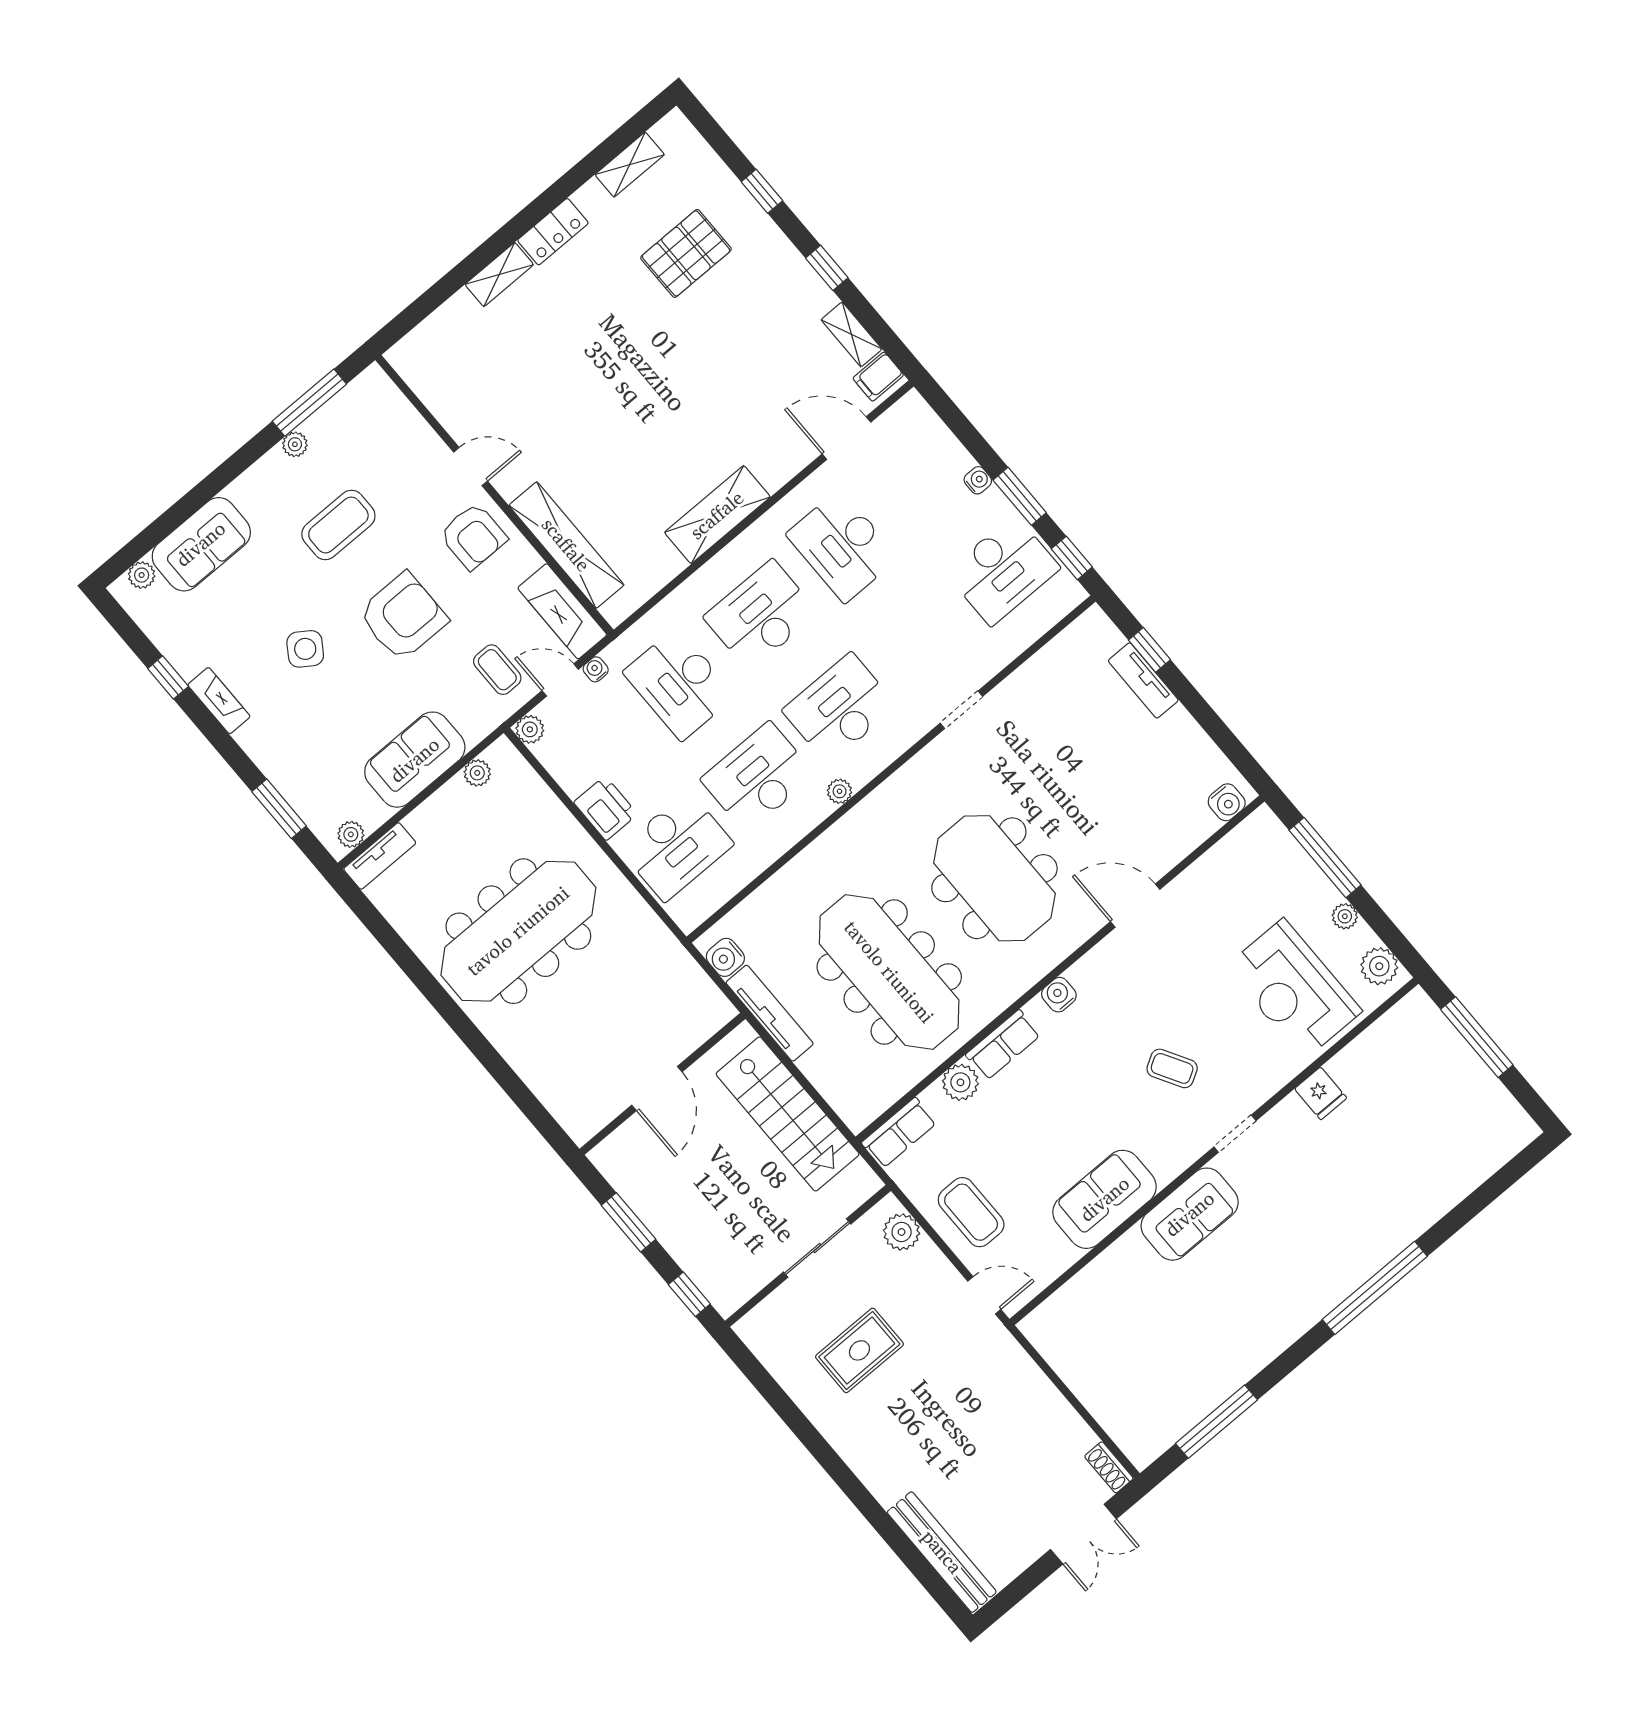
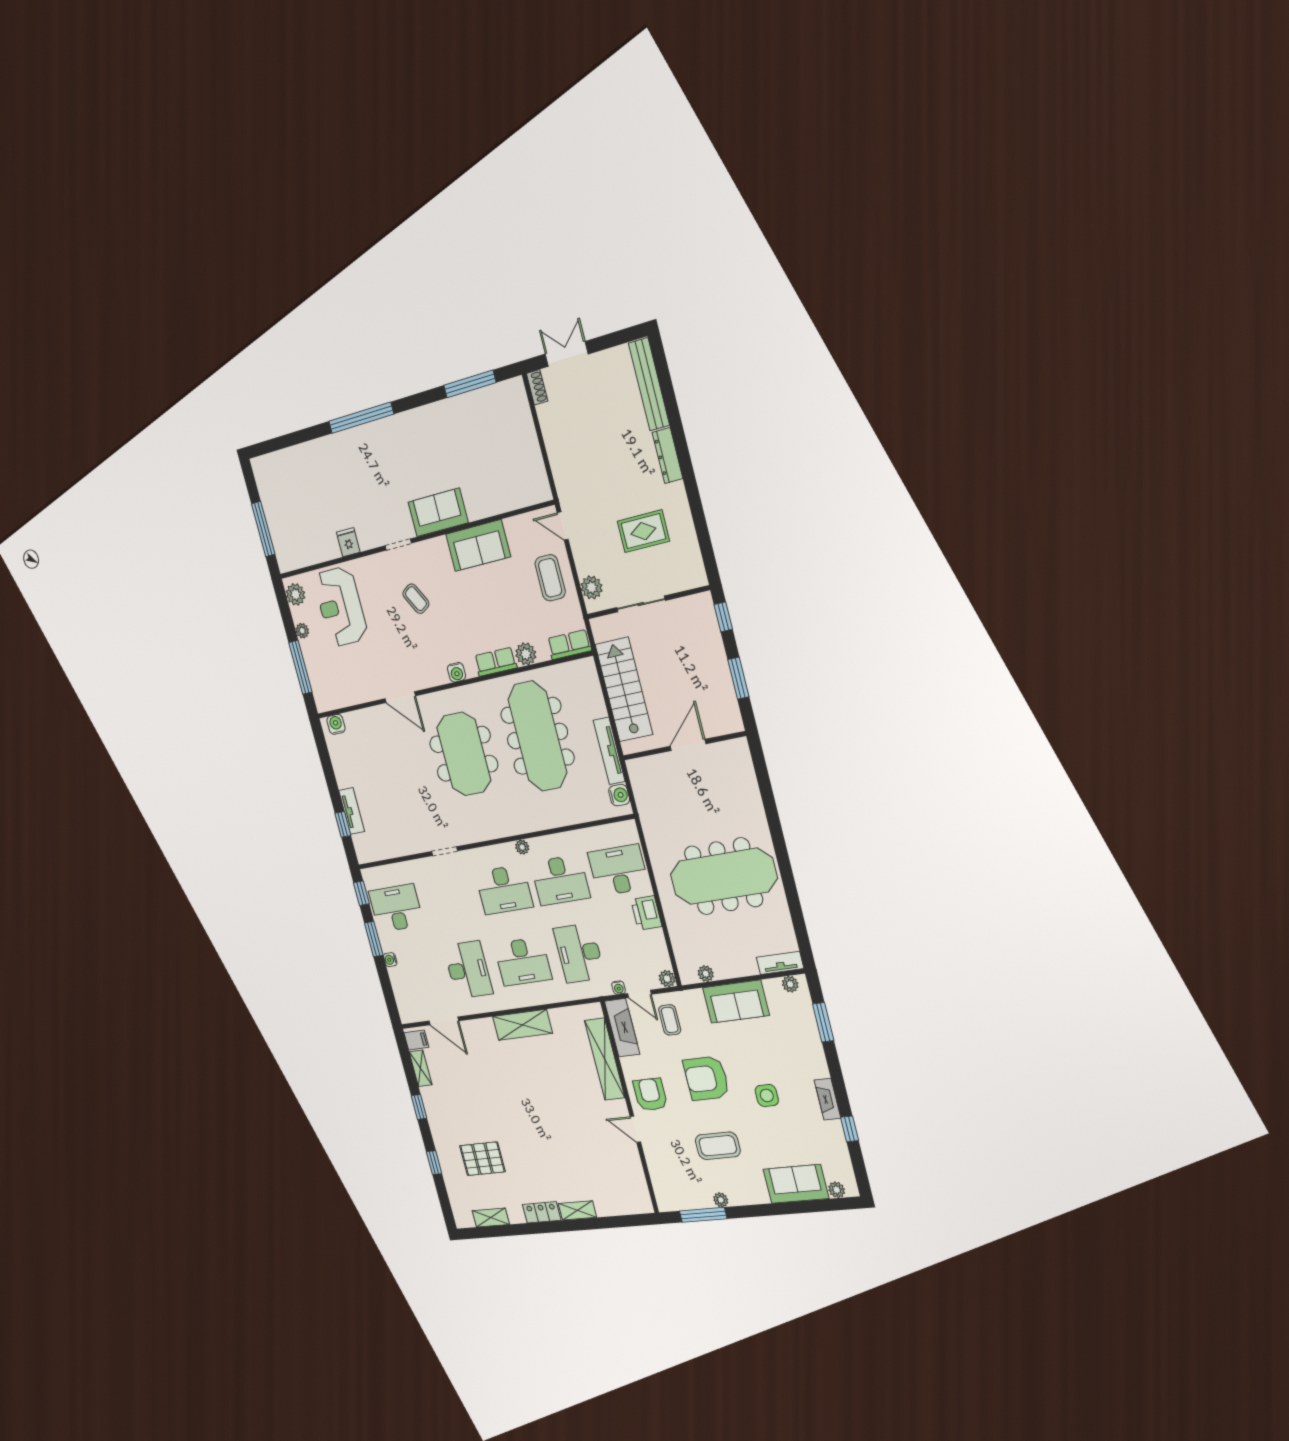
side table: (305, 649) -> (767, 1095), turned -34
desk: (679, 684) -> (579, 953), turned 180
reception desk: (1294, 989) -> (340, 607), turned 180
dresser: (871, 1470) -> (667, 455), added

